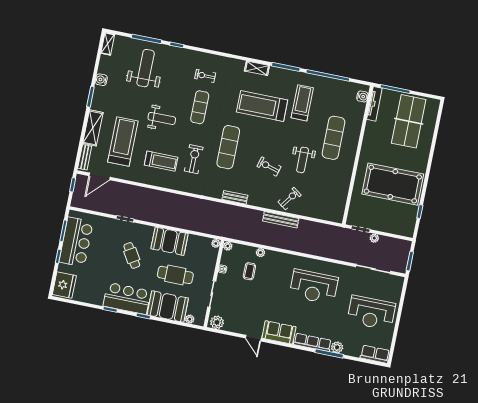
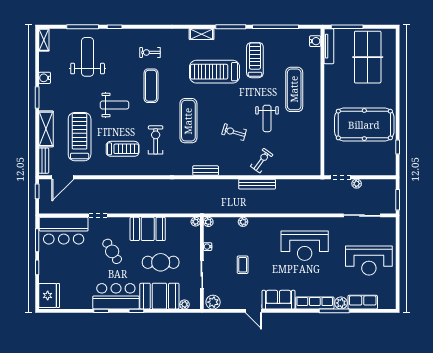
bar counter: (76, 242) -> (64, 231), moved, turned 90
coffee table: (249, 271) -> (243, 265), moved
row of seats: (375, 354) -> (363, 302), moved

